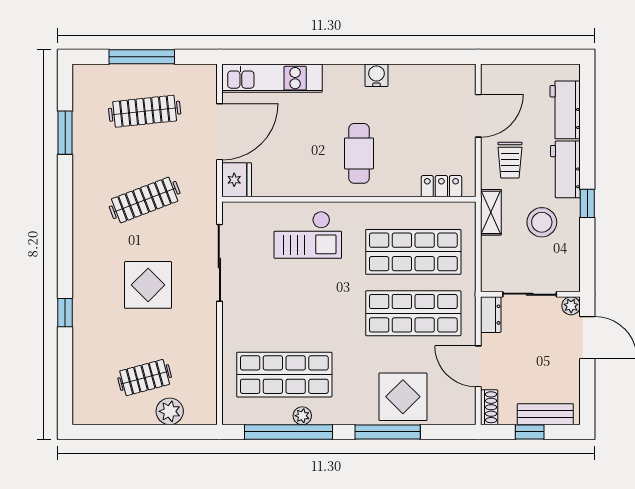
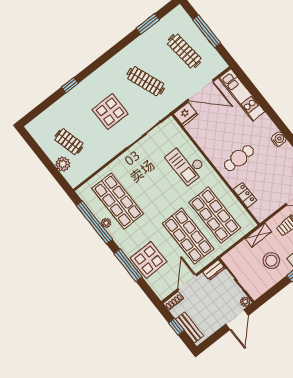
locker: (441, 186) -> (245, 195), moved

